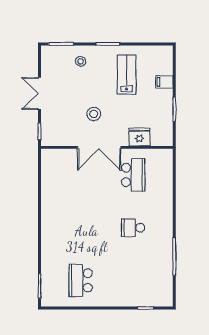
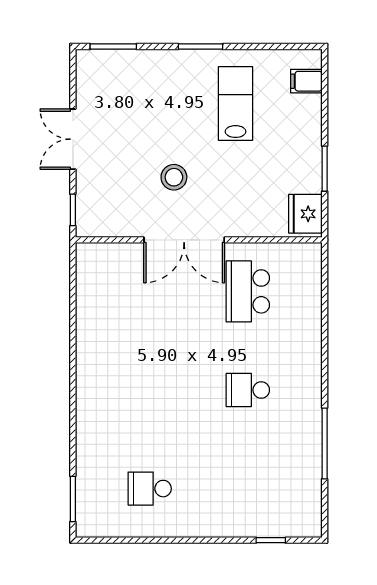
stool: (81, 61) -> (150, 79), removed
filing cabinet: (165, 82) -> (306, 81), moved
fridge: (139, 137) -> (305, 214), moved, turned -90
school desk: (133, 175) -> (248, 291), turned 180
school desk: (81, 280) -> (150, 489), width x0.54

